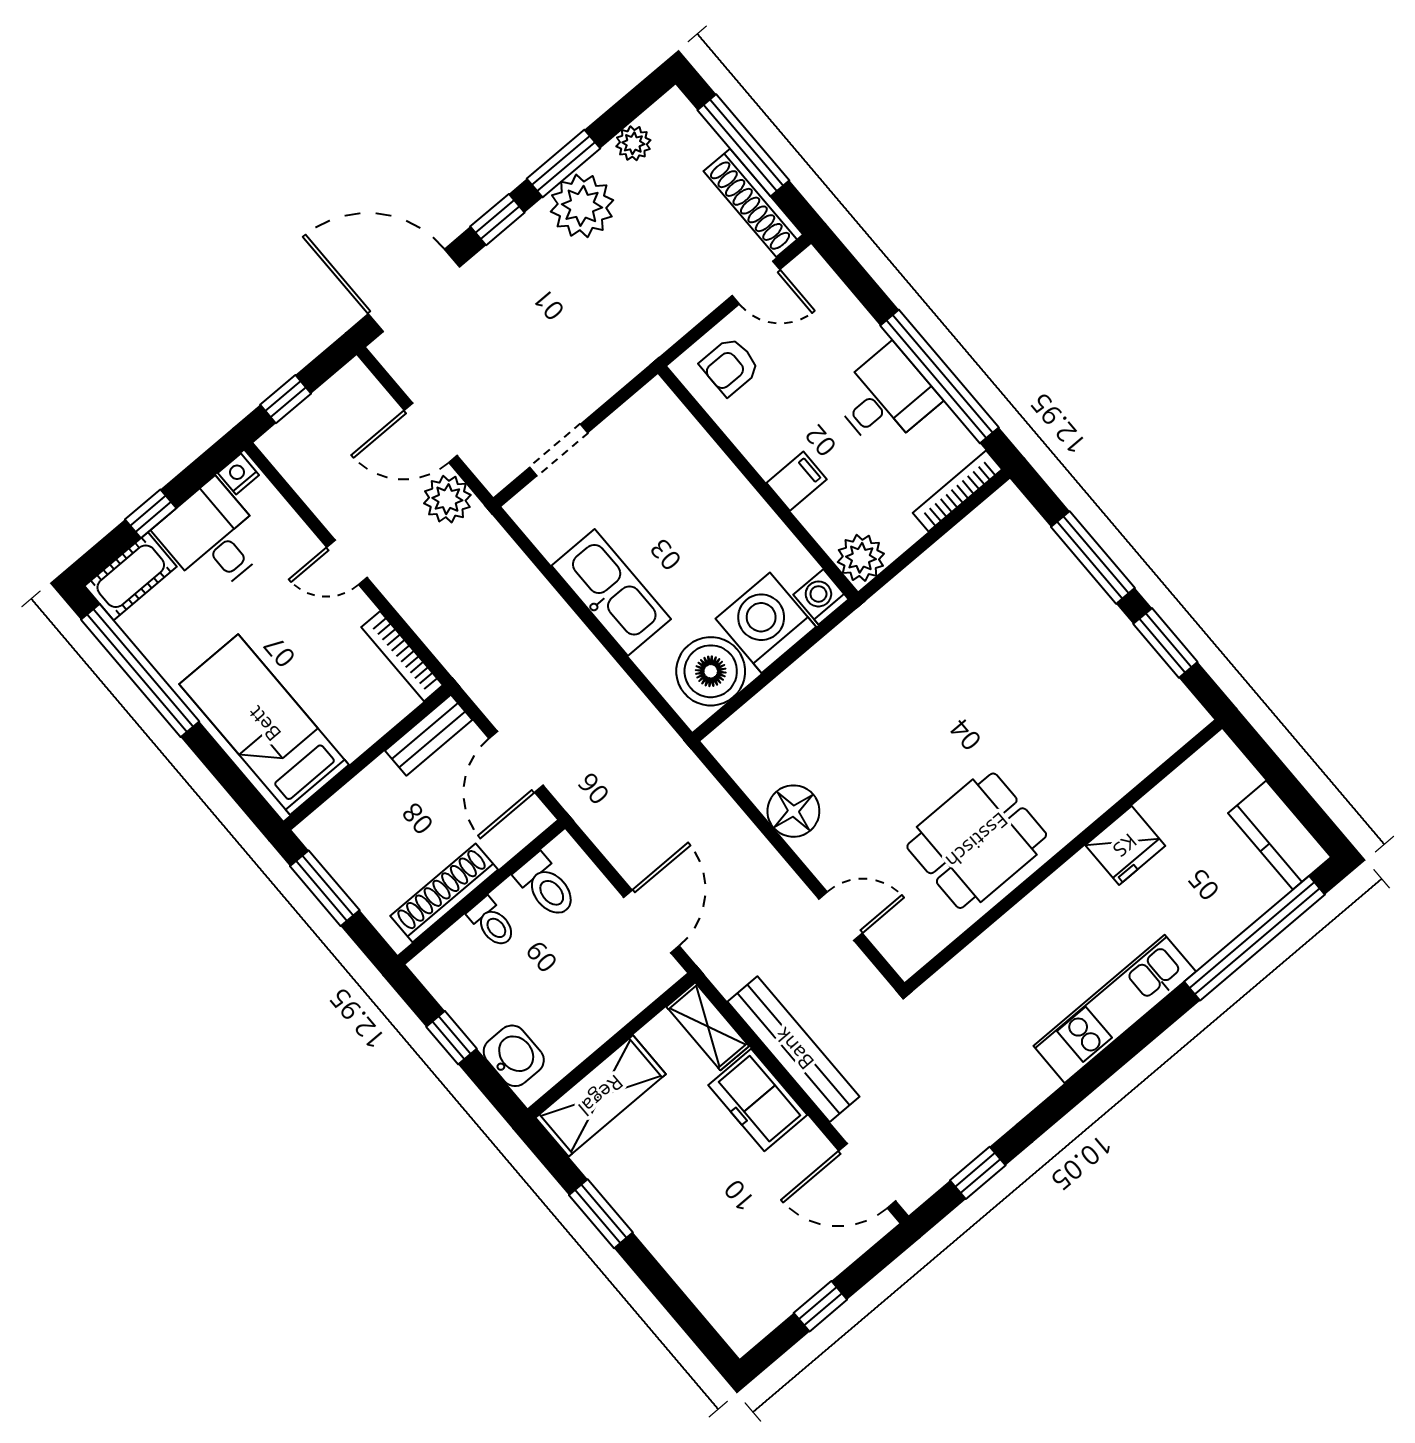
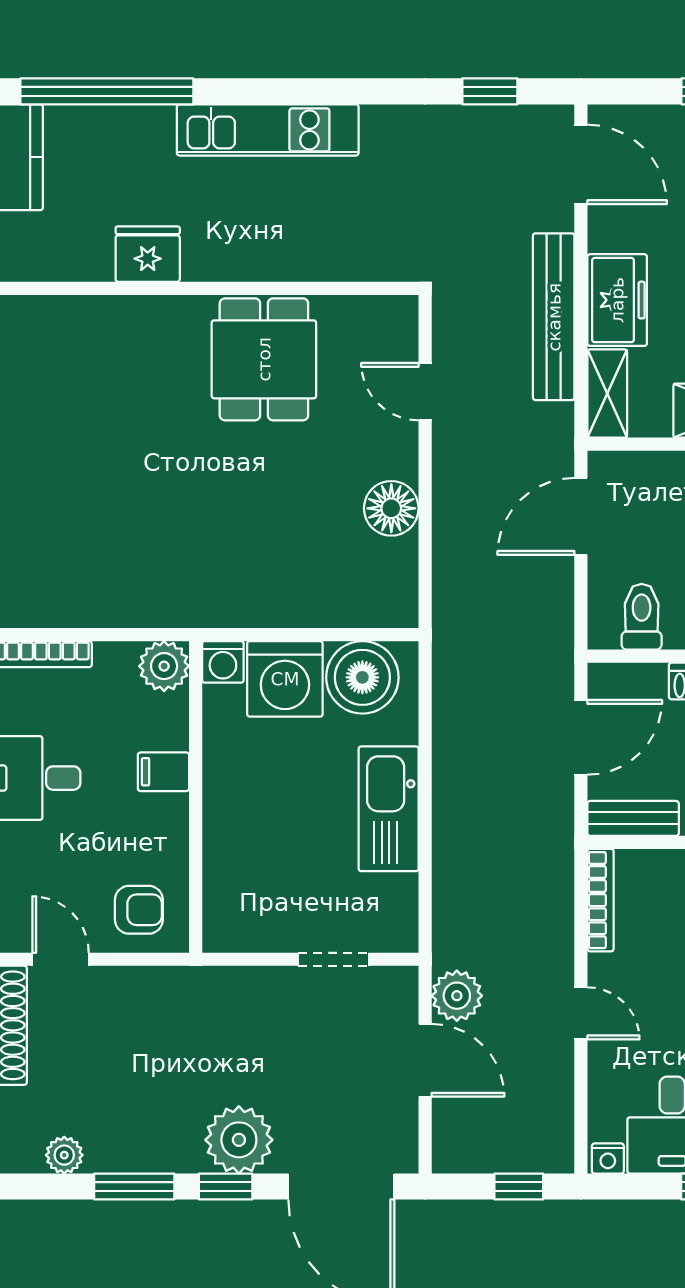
plant: (582, 206) -> (239, 1140), moved
dining table: (977, 841) -> (264, 359), turned 90

